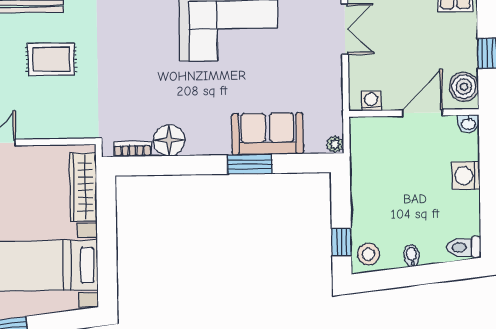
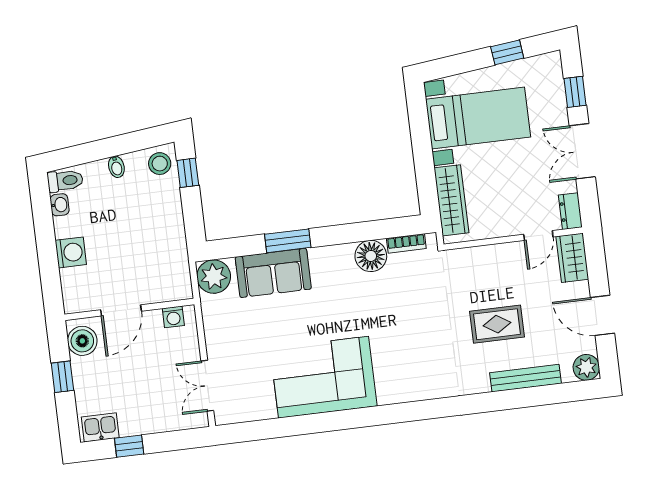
washbasin: (468, 124) -> (60, 205), moved, turned 90
plant: (335, 144) -> (214, 277), width x1.88, depth x1.88

